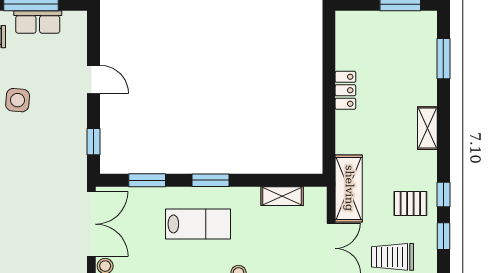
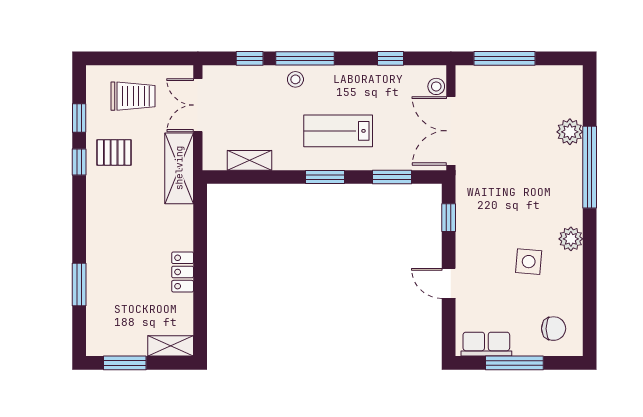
row of seats: (38, 22) -> (486, 344), moved
window: (443, 59) -> (79, 284), moved
shelving: (427, 128) -> (171, 346), moved, turned 90

